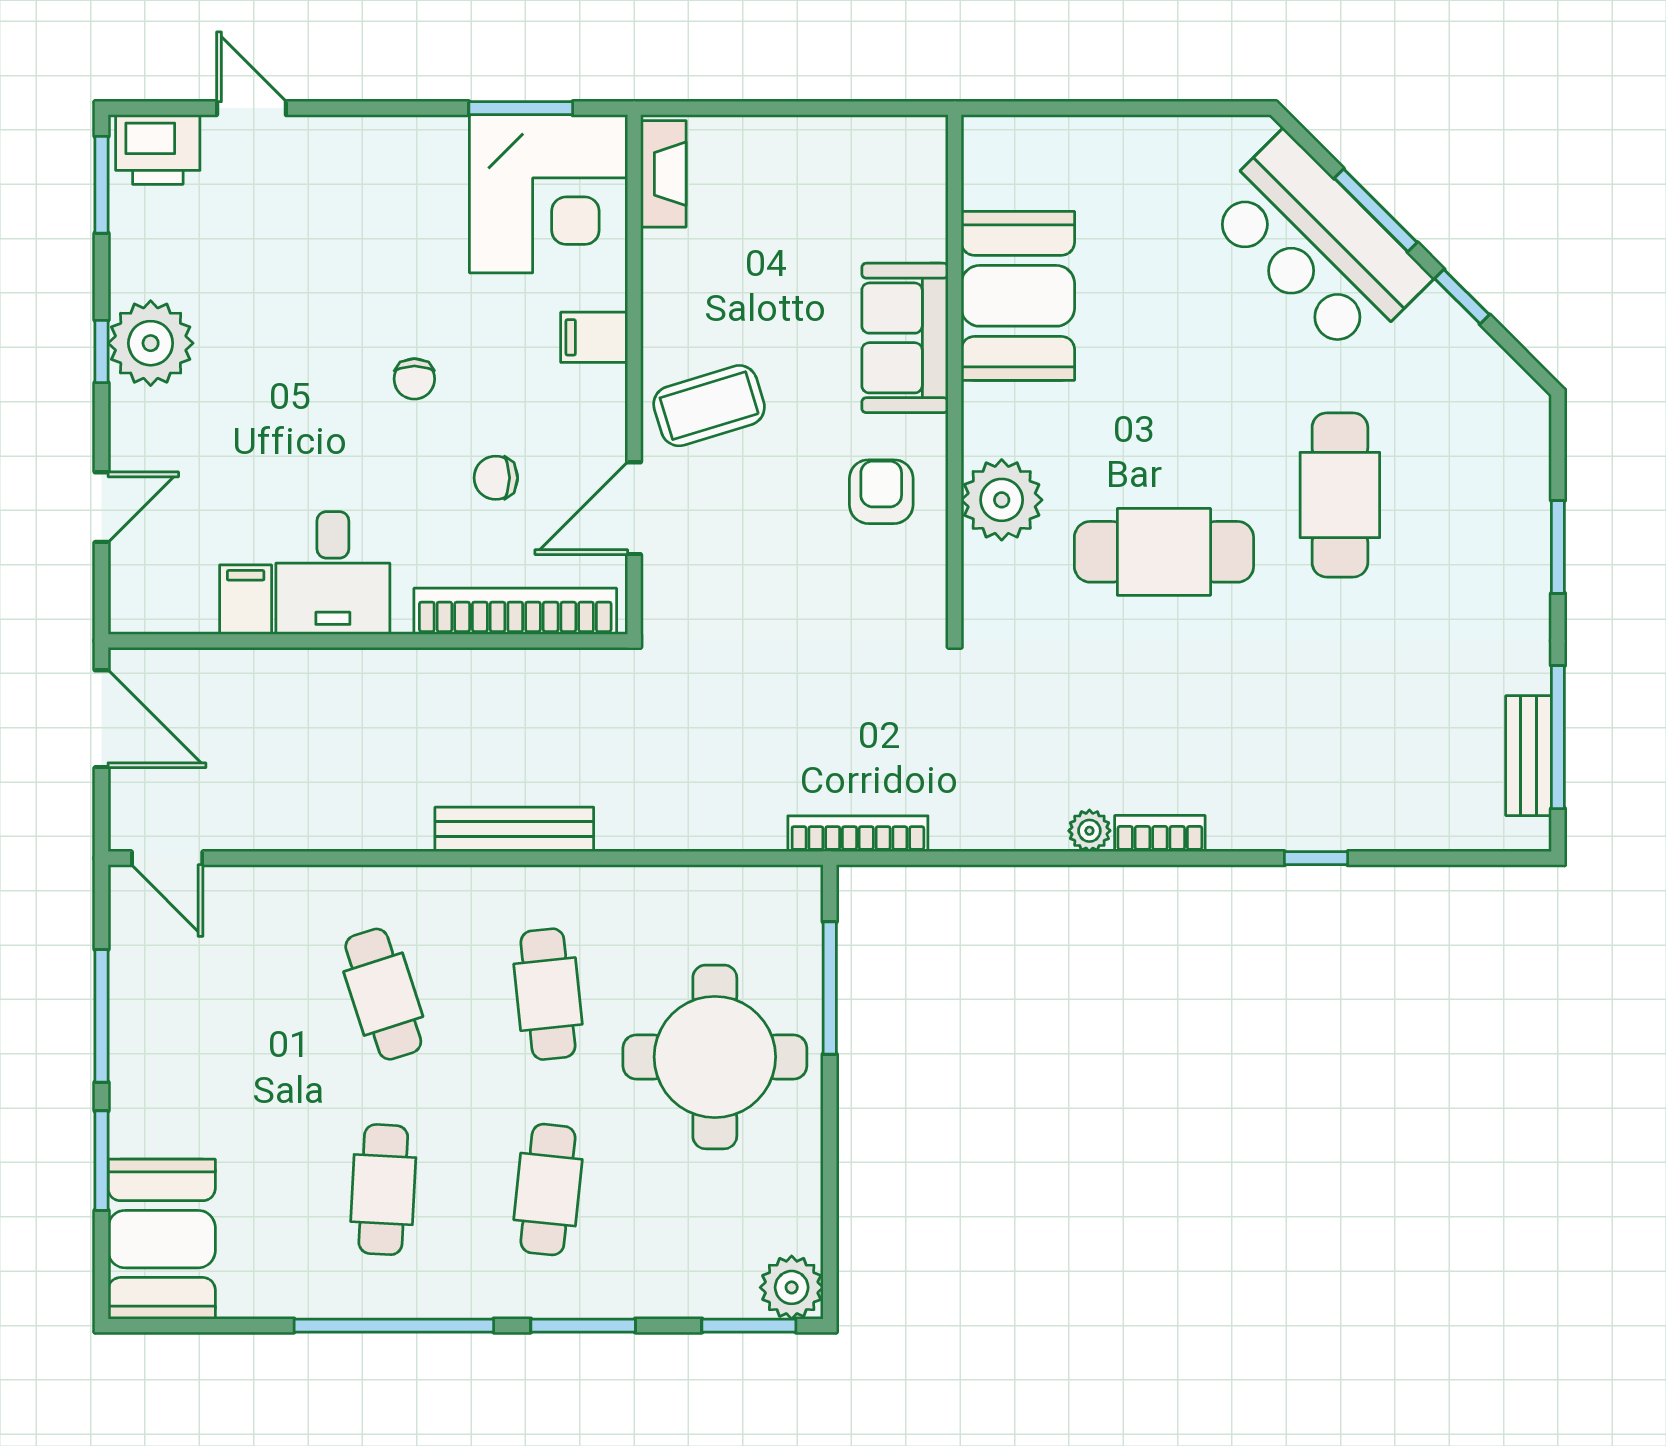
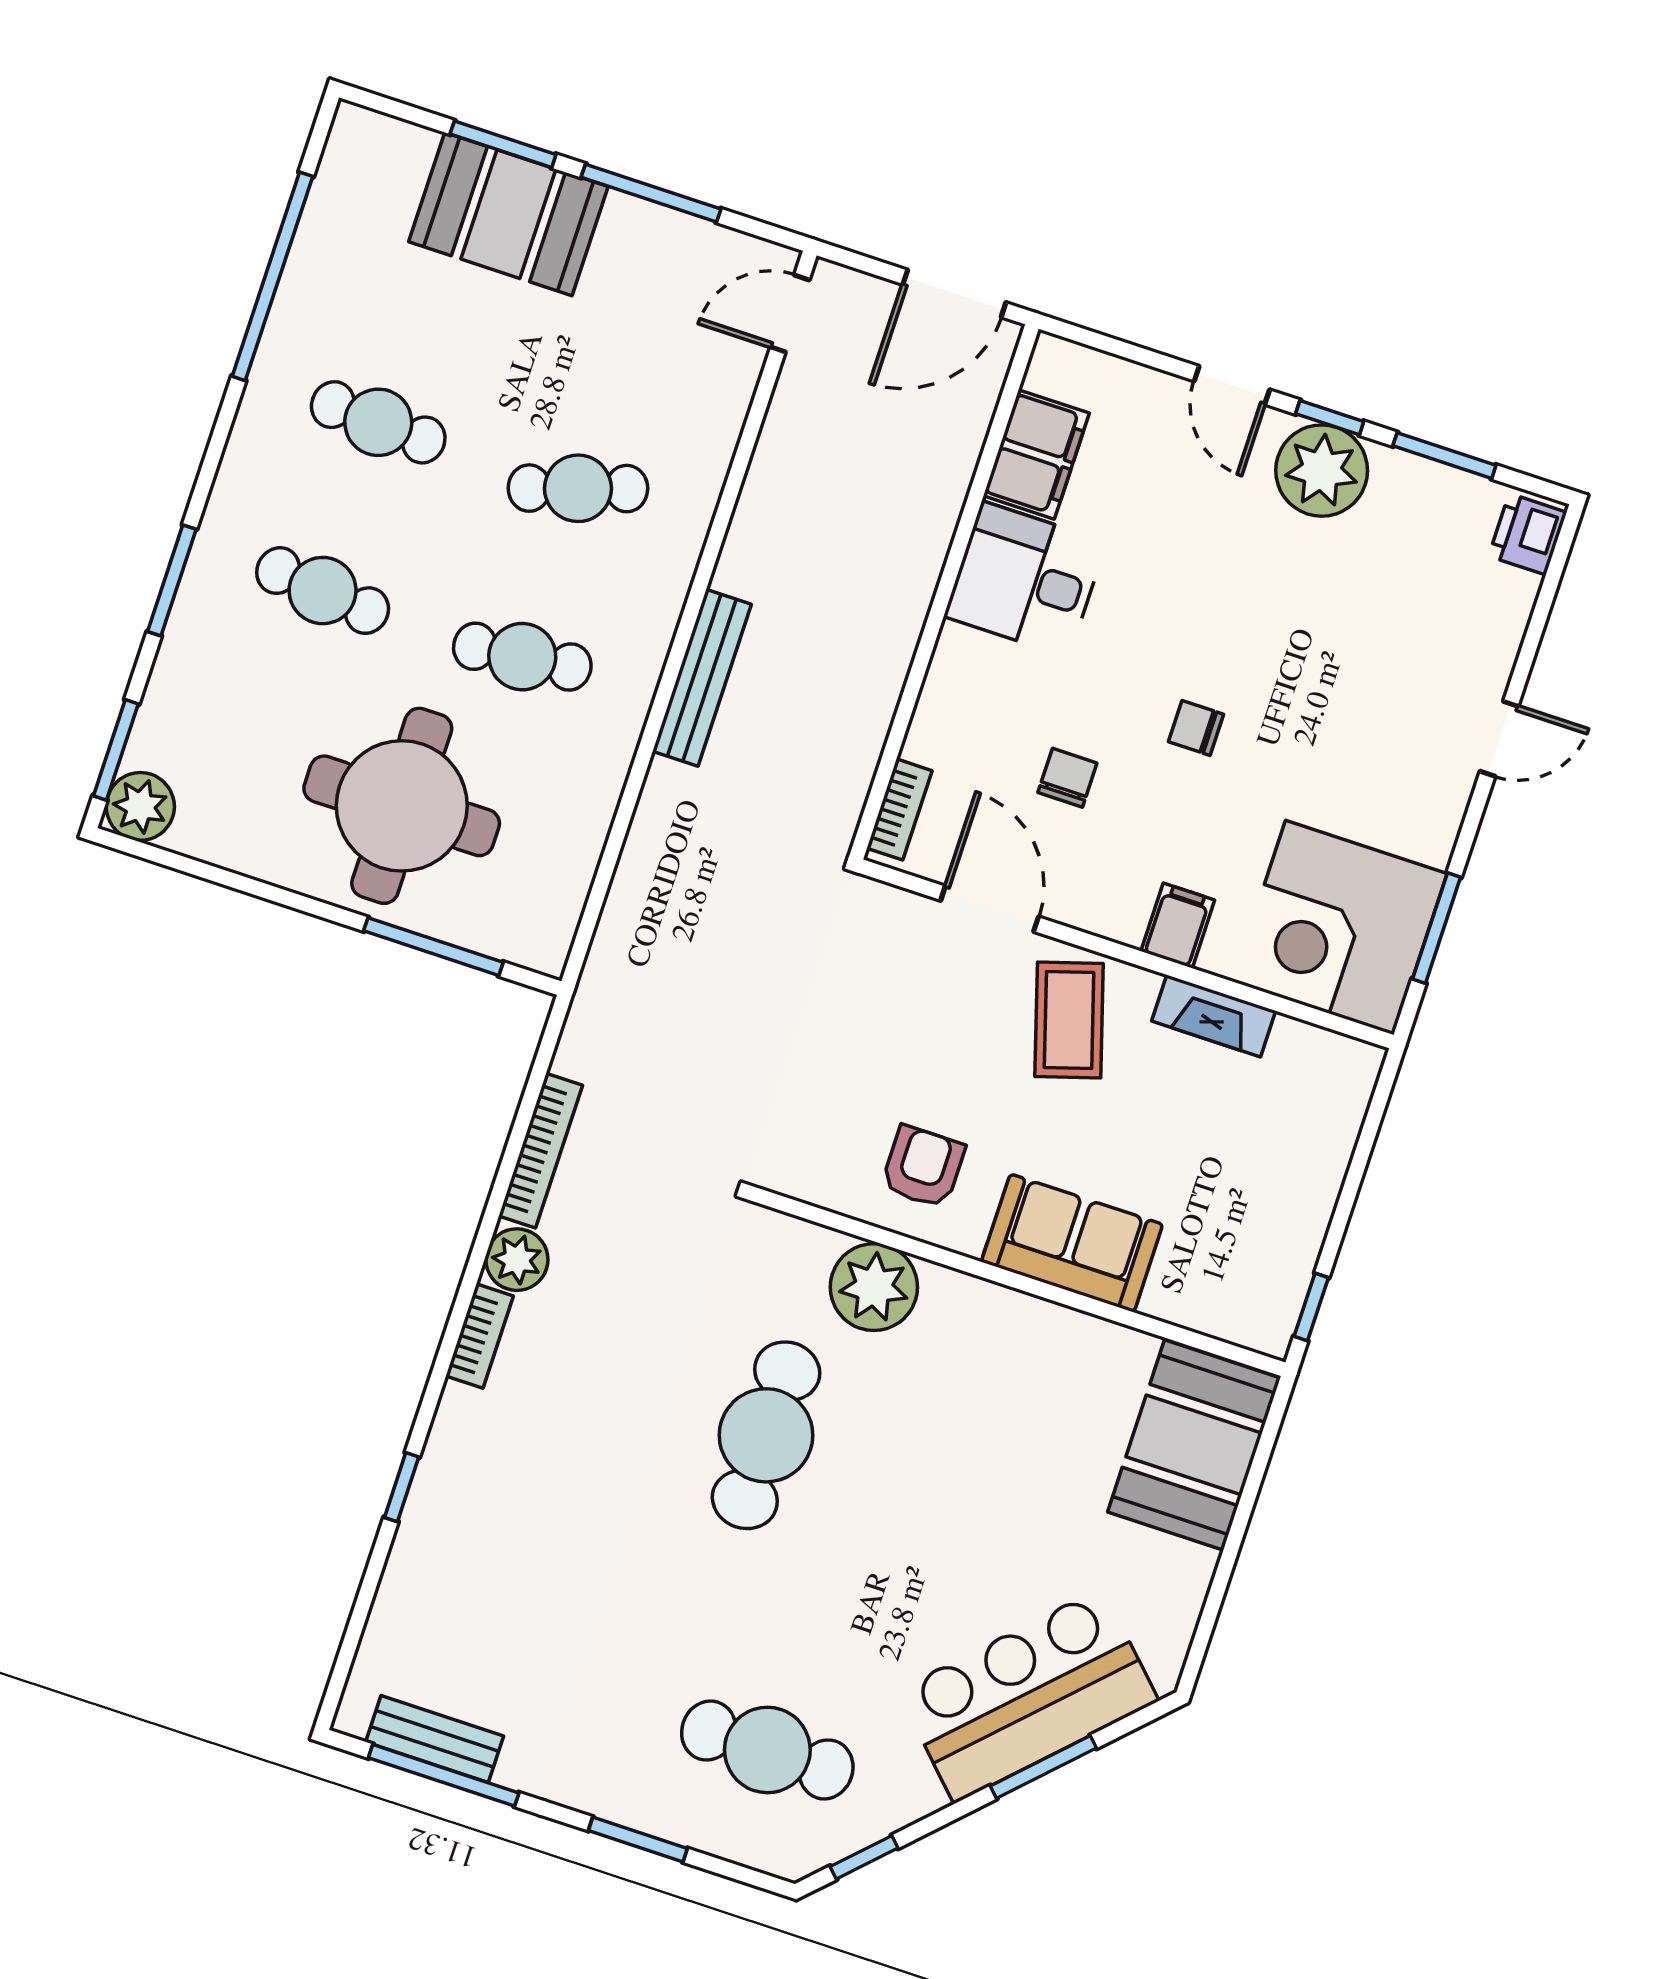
door: (251, 108) -> (1499, 739), moved
window: (892, 108) -> (1311, 1307), added
printer: (158, 150) -> (1528, 534), width x0.73, depth x0.81
fireplace: (663, 174) -> (1214, 1016), moved
window: (102, 185) -> (1444, 456), moved
booth: (1018, 296) -> (1194, 1445), moved, turned 90
window: (1462, 297) -> (864, 1857), moved
armchair: (881, 492) -> (923, 1167), turned -90
cafe table: (1340, 495) -> (767, 1750), moved
door: (102, 507) -> (1232, 385), moved
filing cabinet: (246, 600) -> (1036, 454), width x2.00
bookcase: (515, 611) -> (899, 809), width x0.43, depth x0.76
plant: (1089, 831) -> (517, 1260), width x1.38, depth x1.38
bookcase: (858, 834) -> (541, 1151), moved
booth: (162, 1239) -> (508, 214), moved
window: (394, 1326) -> (272, 276), moved

